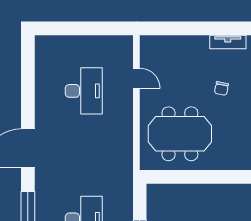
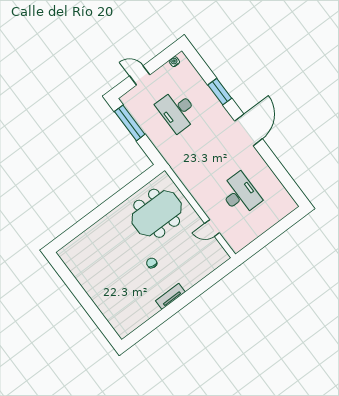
desk: (84, 91) -> (240, 194), turned 180

